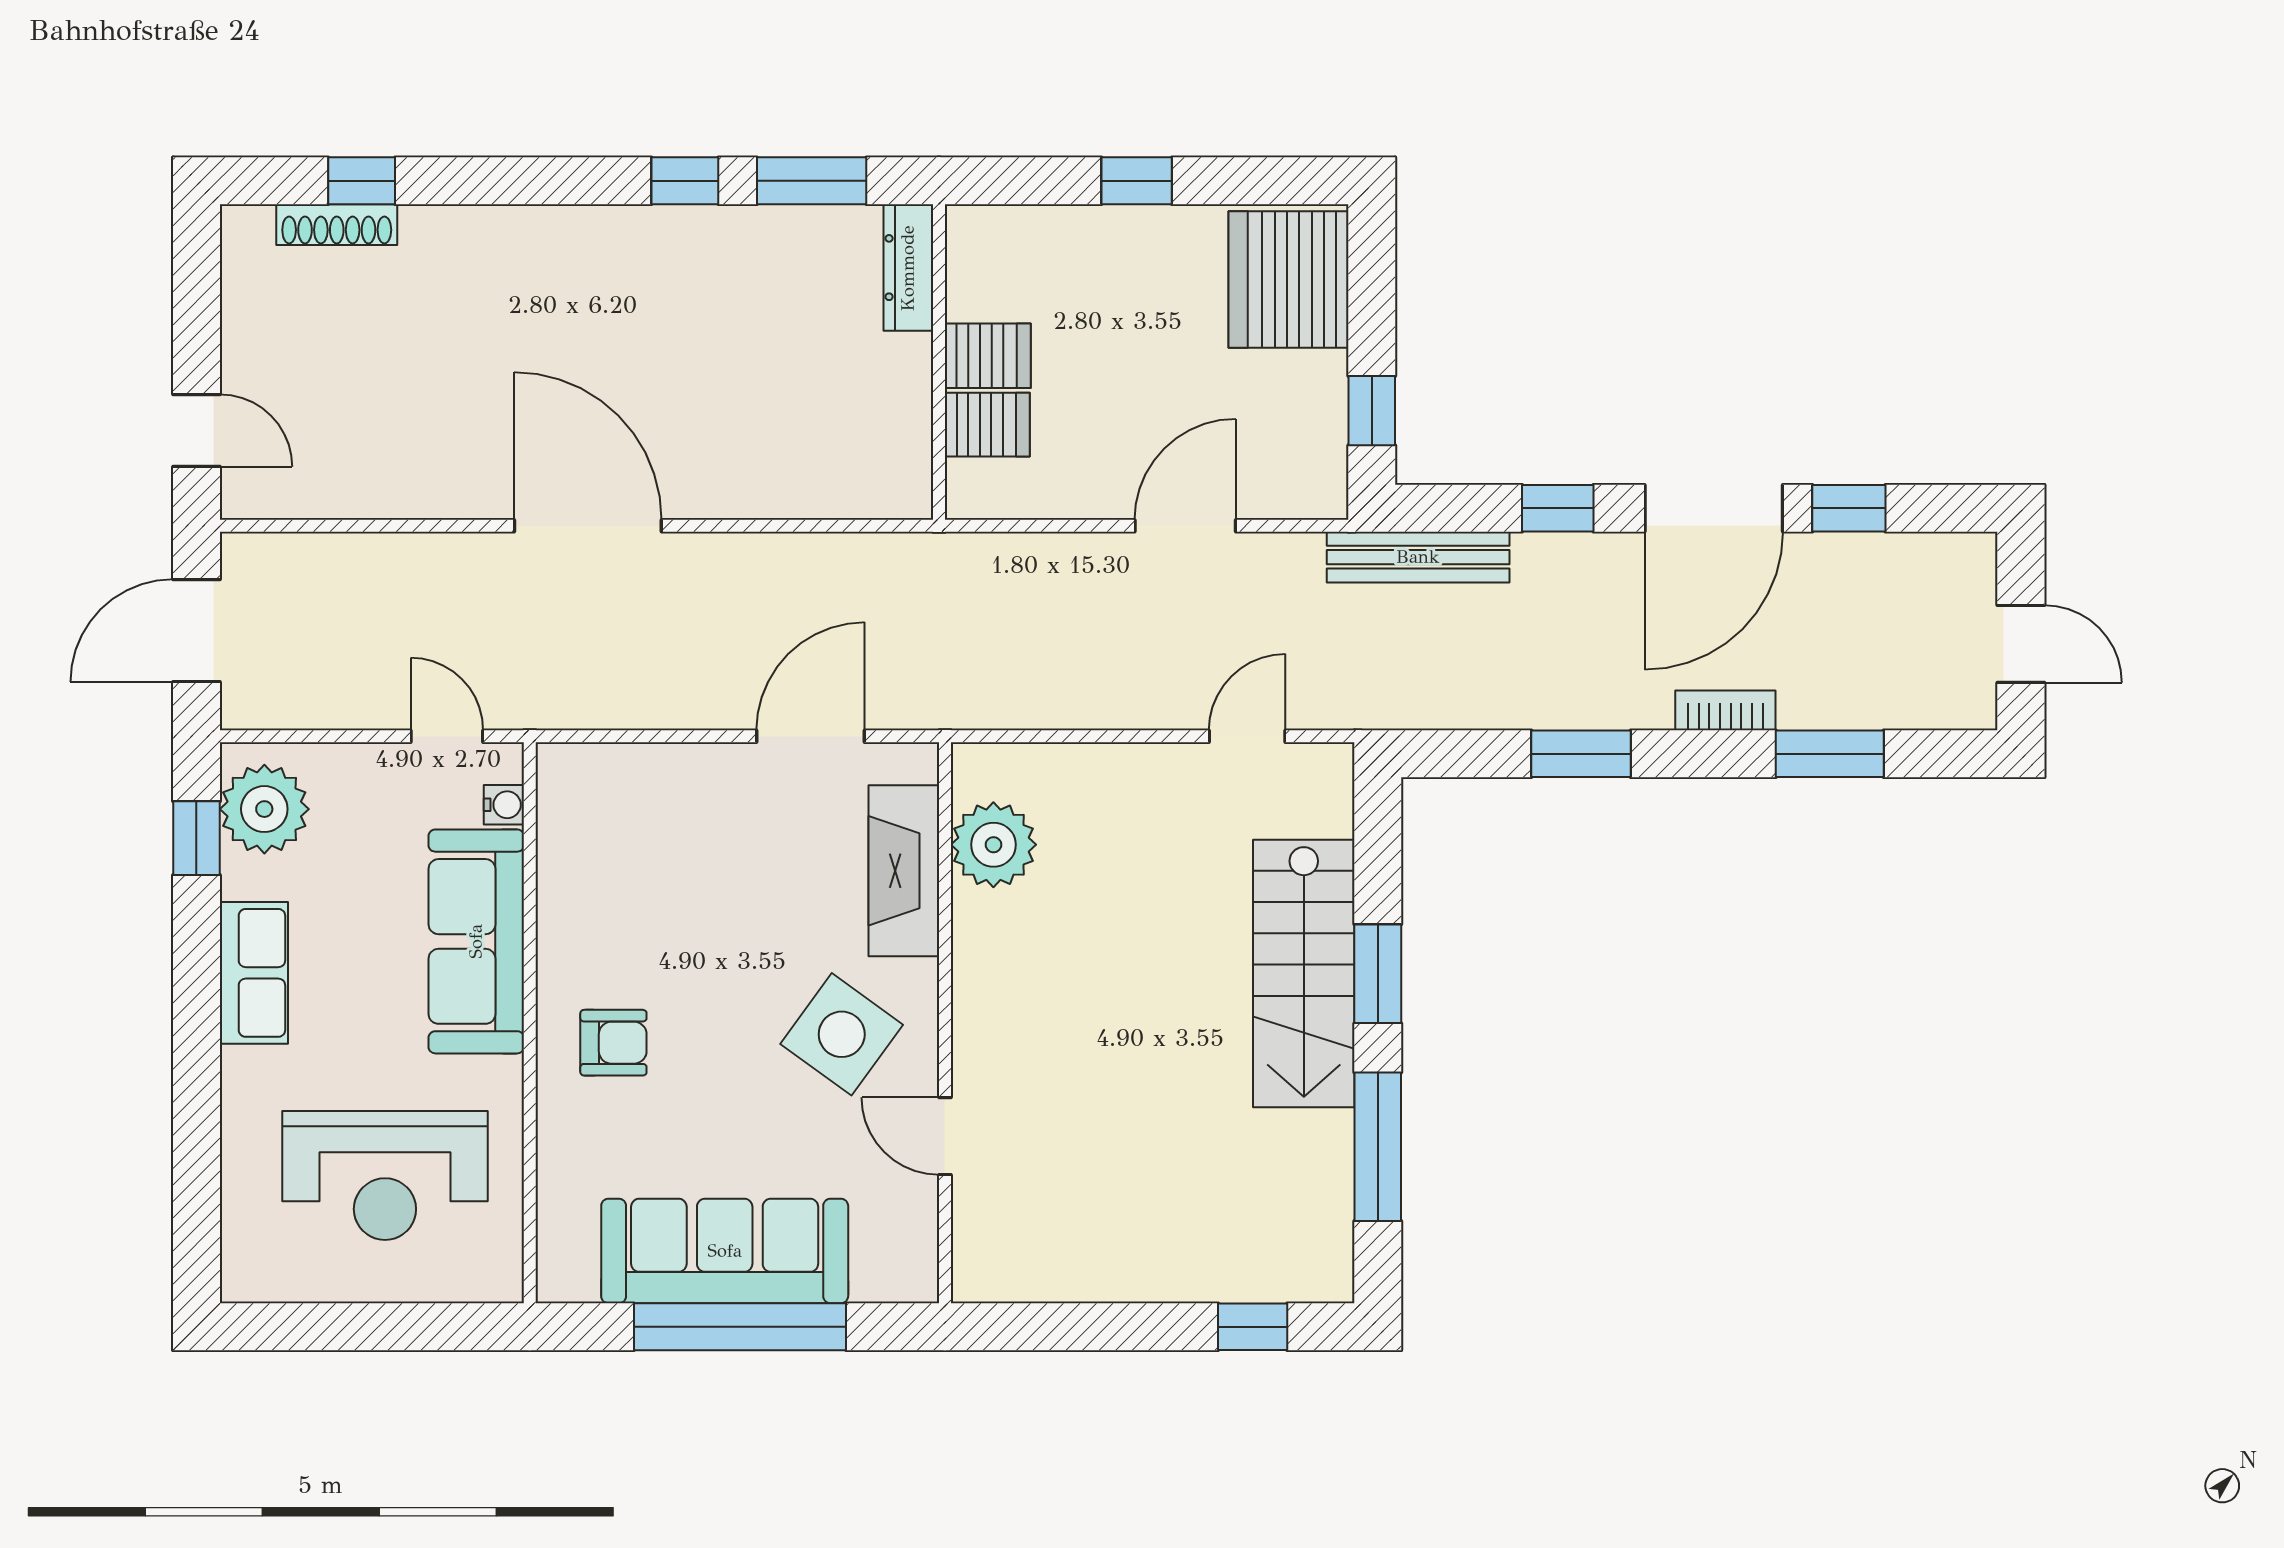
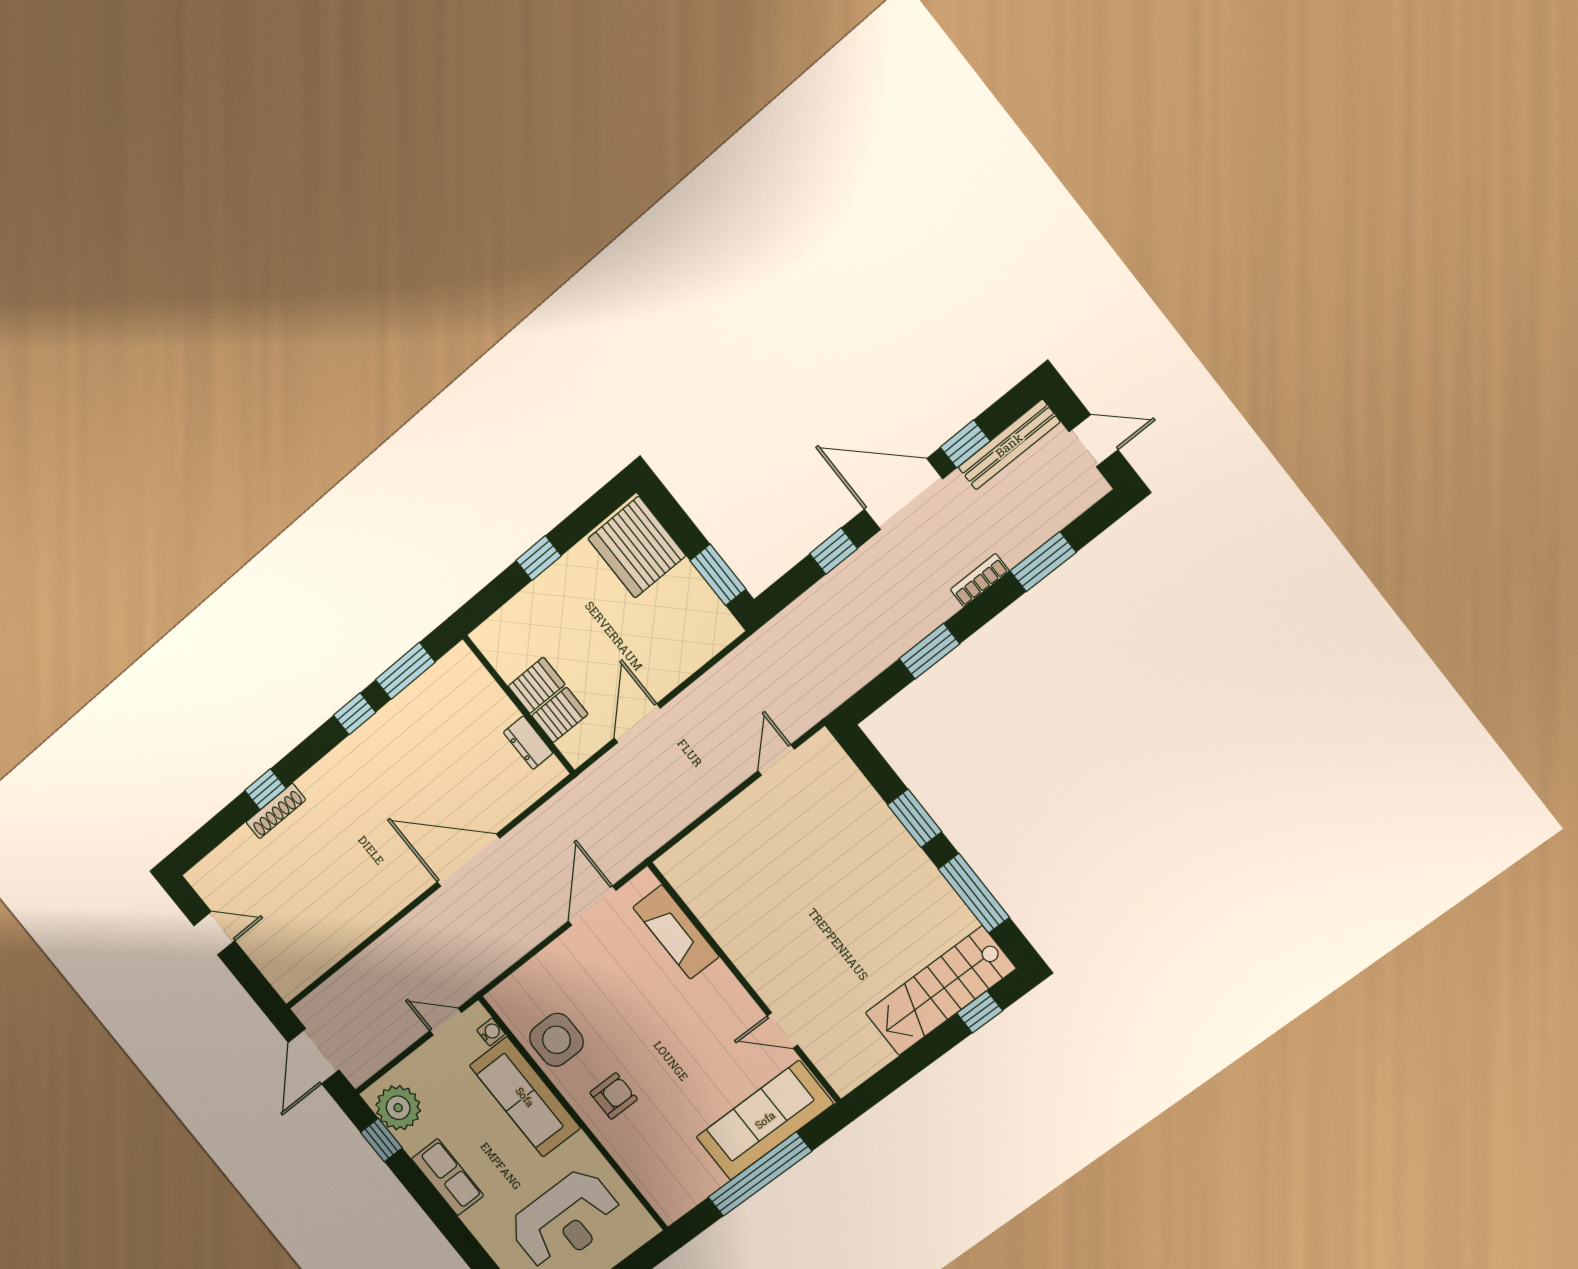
window: (362, 181) -> (265, 789), moved
shoe rack: (337, 225) -> (276, 811), moved
dresser: (908, 268) -> (528, 743), moved, width x0.70
window: (1372, 411) -> (718, 575), width x1.50
door: (196, 430) -> (214, 933), moved
door: (1714, 508) -> (903, 494), swing flipped
door: (588, 526) -> (468, 860), moved
door: (1185, 526) -> (637, 723), moved
bench: (1418, 557) -> (1009, 445), moved
plant: (993, 845) -> (705, 892), removed
stairs: (1304, 974) -> (940, 991), moved, turned 90
side table: (842, 1034) -> (556, 1040), moved, turned -36
sofa: (725, 1251) -> (765, 1120), moved

